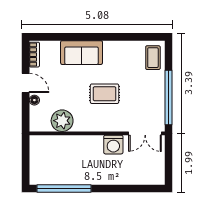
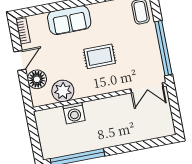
door: (26, 83) -> (20, 61), hinge flipped
floor lamp: (34, 100) -> (37, 79), width x1.89, depth x1.89
washing machine: (113, 145) -> (74, 113), moved

